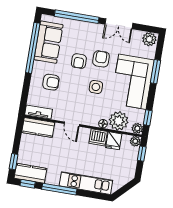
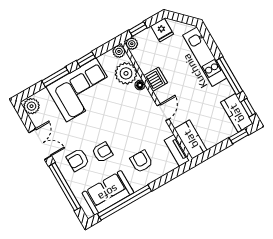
armchair: (101, 59) -> (78, 160), moved
side table: (96, 87) -> (113, 118), removed
window: (148, 118) -> (86, 59), moved
fridge: (114, 141) -> (162, 30), moved, turned 90

